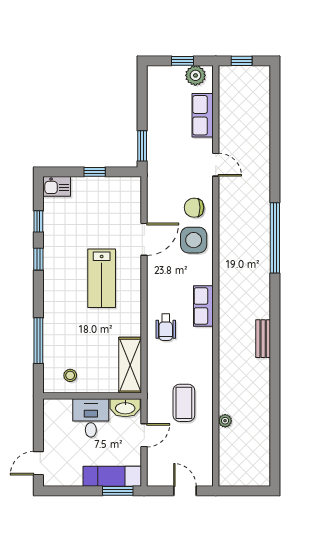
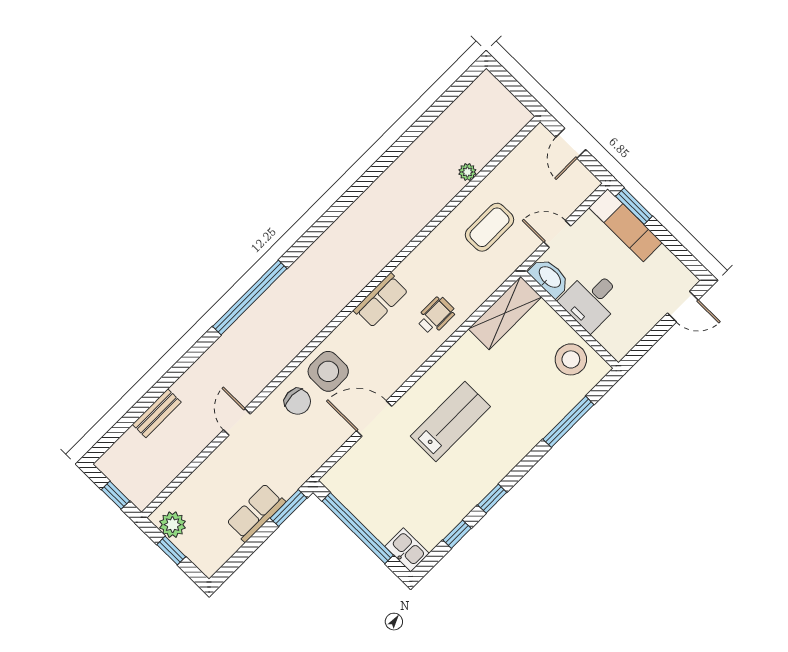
row of seats: (203, 115) -> (256, 513), moved, turned 180
window: (95, 172) -> (358, 528), width x3.17
bench: (263, 339) -> (157, 413), moved
stool: (70, 375) -> (571, 359), width x1.89, depth x1.89

